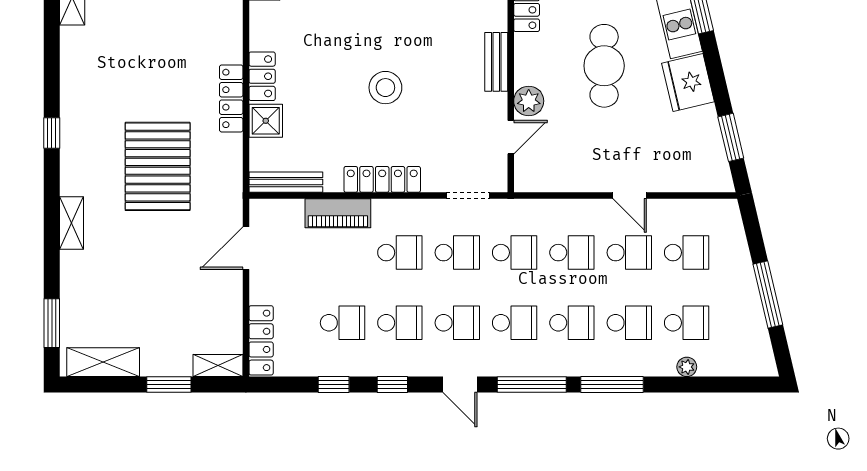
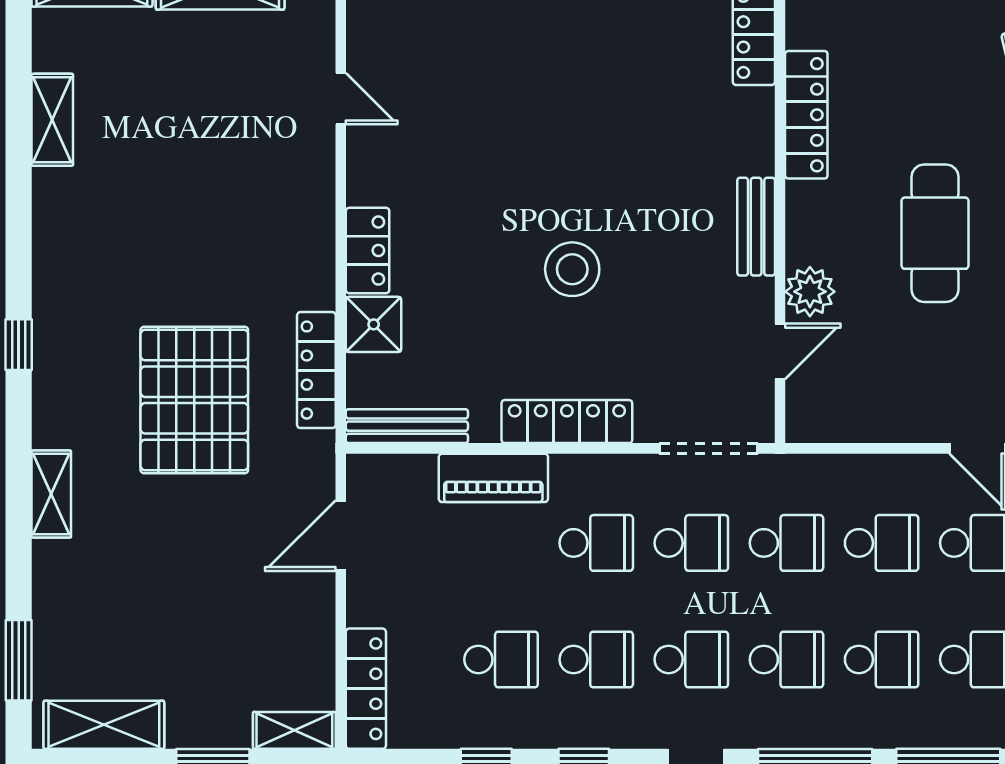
locker: (231, 98) -> (316, 370), moved
doorway: (468, 196) -> (709, 448), width x1.38

